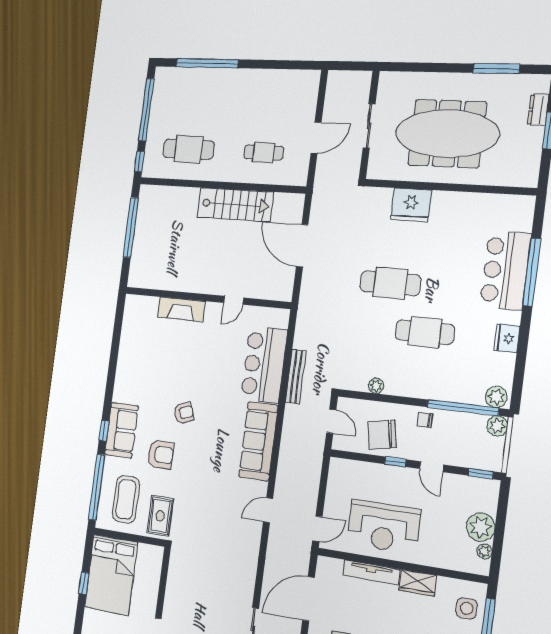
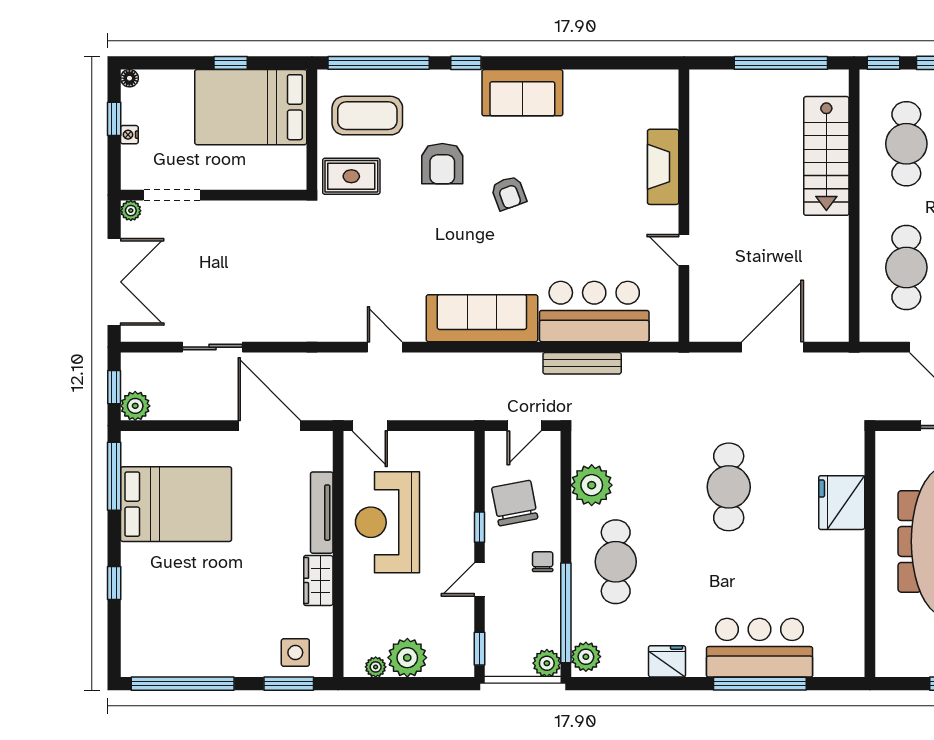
cafe table: (264, 153) -> (906, 268), width x1.37, depth x1.35
stairs: (235, 205) -> (826, 156), moved
cafe table: (425, 332) -> (616, 562), moved
plant: (376, 386) -> (592, 485), width x1.87, depth x1.87
sofa: (121, 430) -> (522, 93), moved

